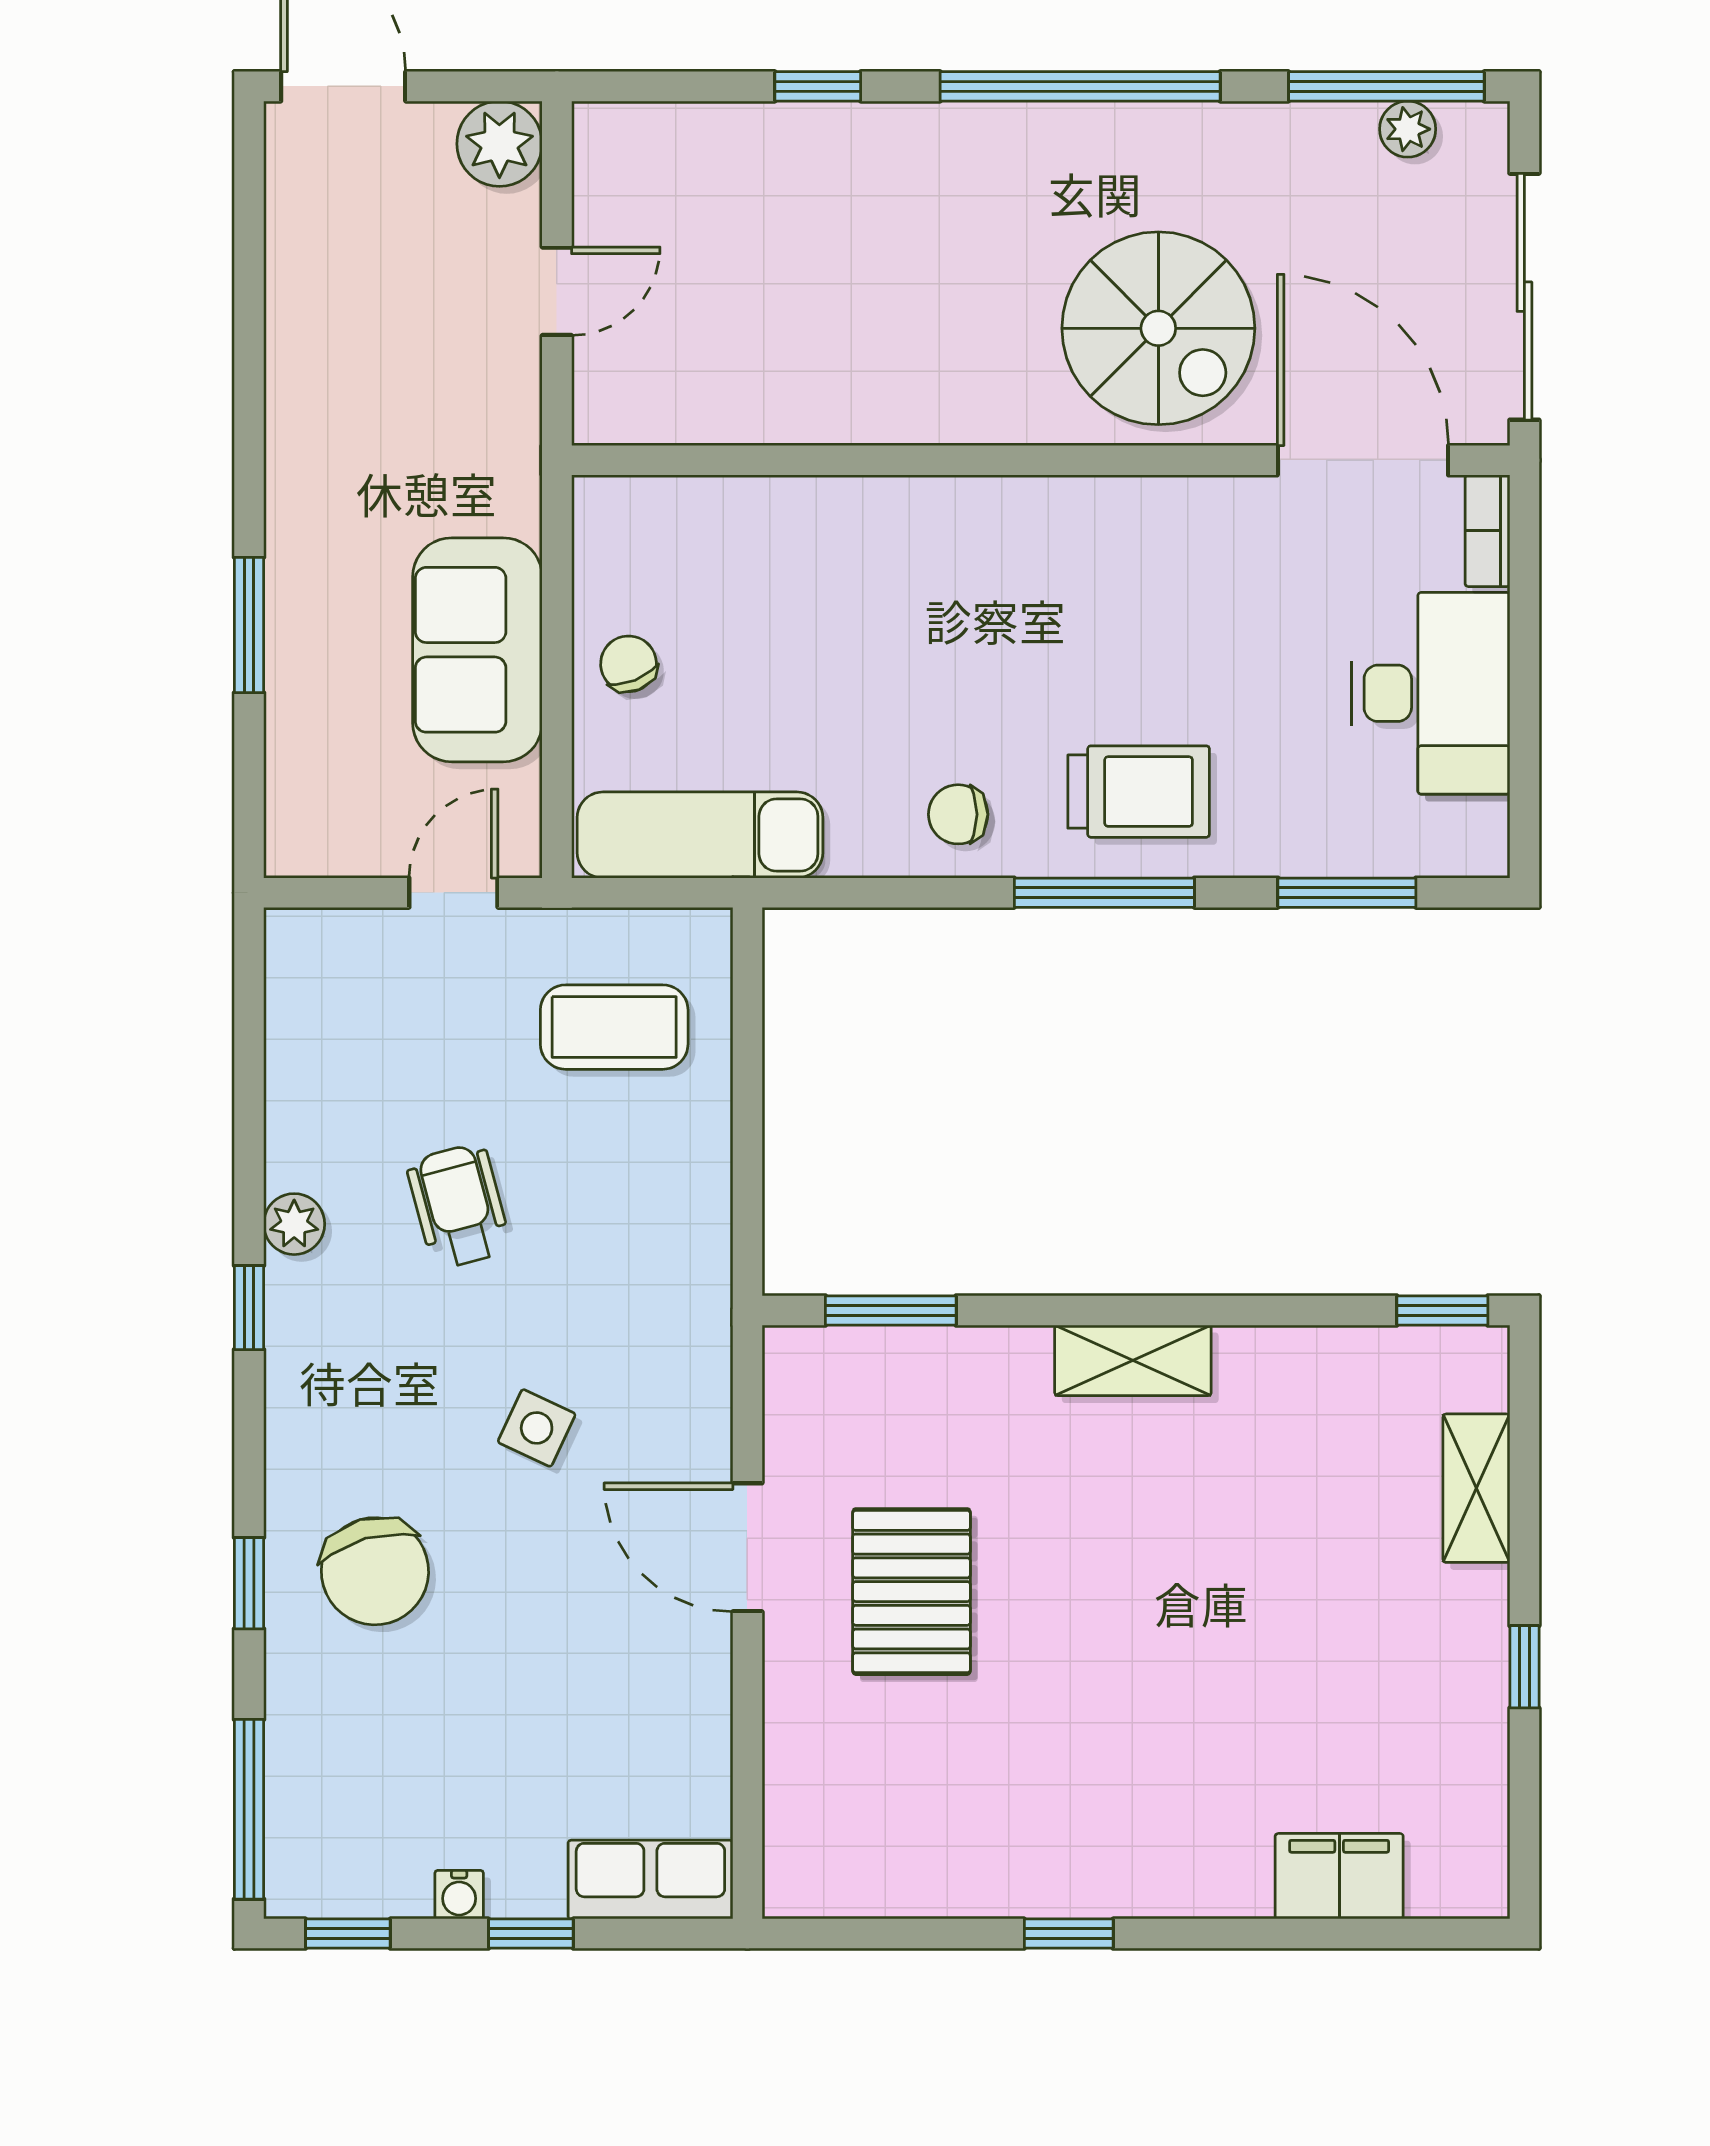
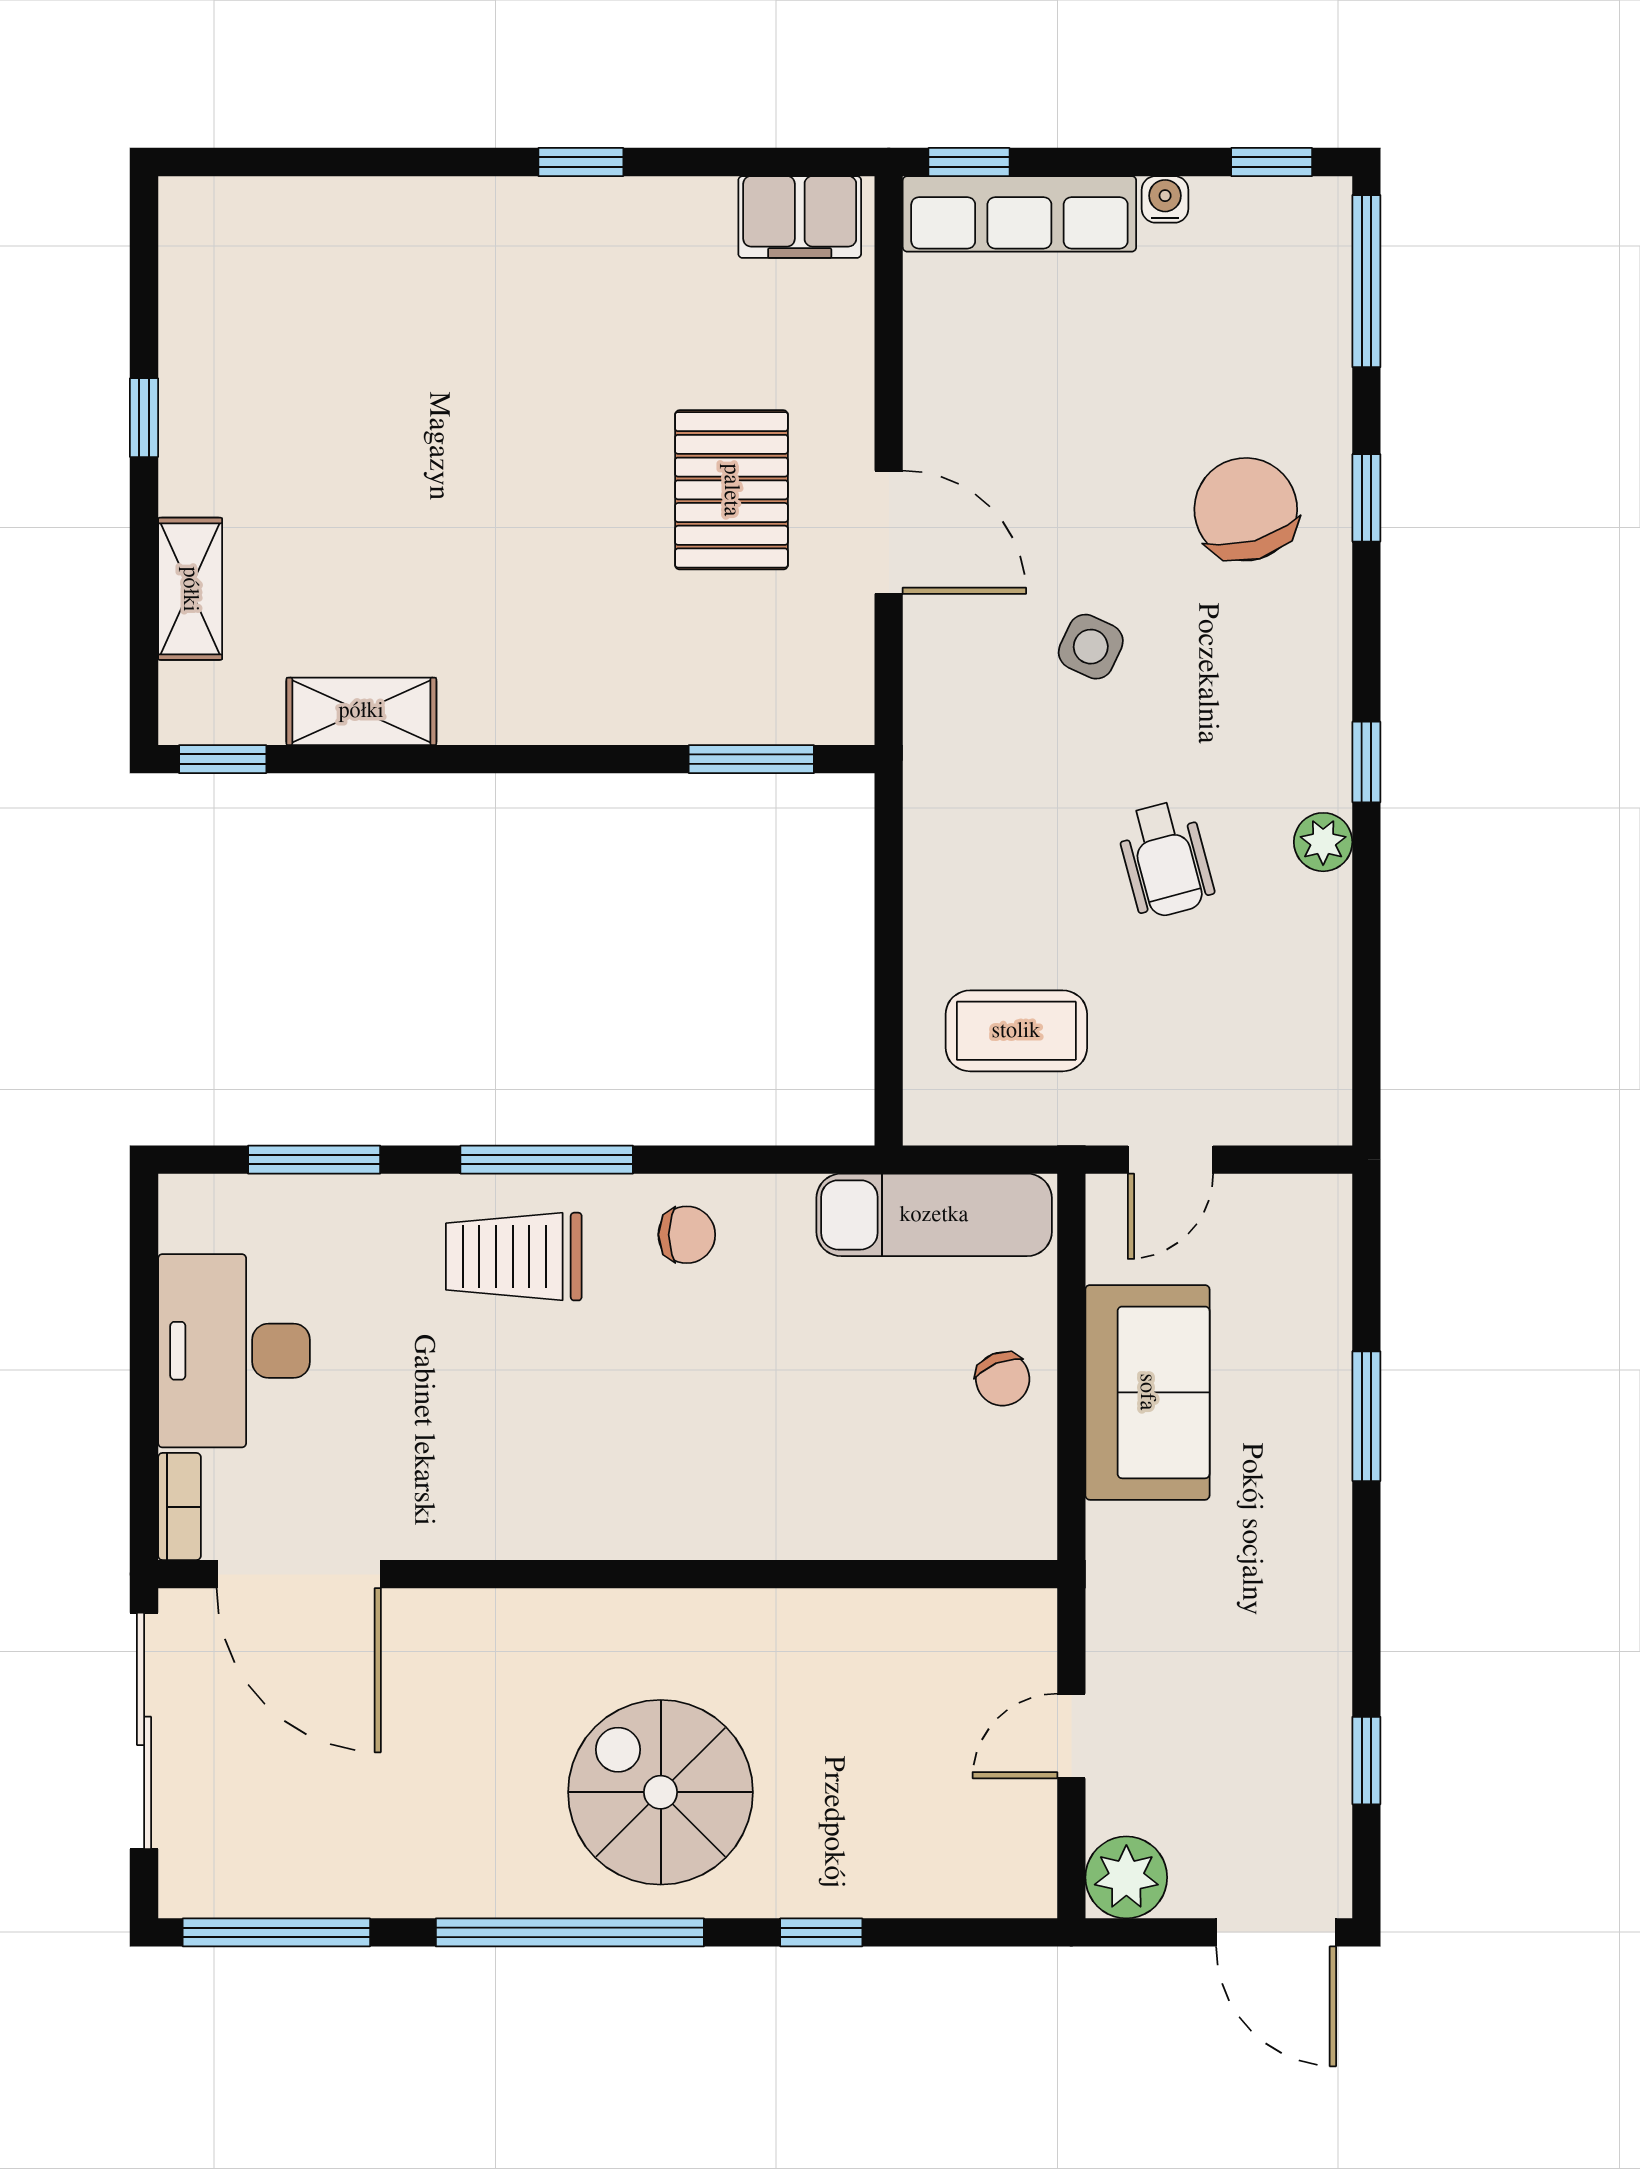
plant: (1408, 129) -> (256, 1891), removed
window: (249, 266) -> (1366, 1761), added
spiral stairs: (1158, 328) -> (661, 1792), moved
shelving: (1133, 1360) -> (361, 711), moved
filing cabinet: (1339, 1876) -> (800, 217), moved
row of seats: (650, 1880) -> (1019, 214), width x1.48
window: (531, 1934) -> (969, 162), moved

